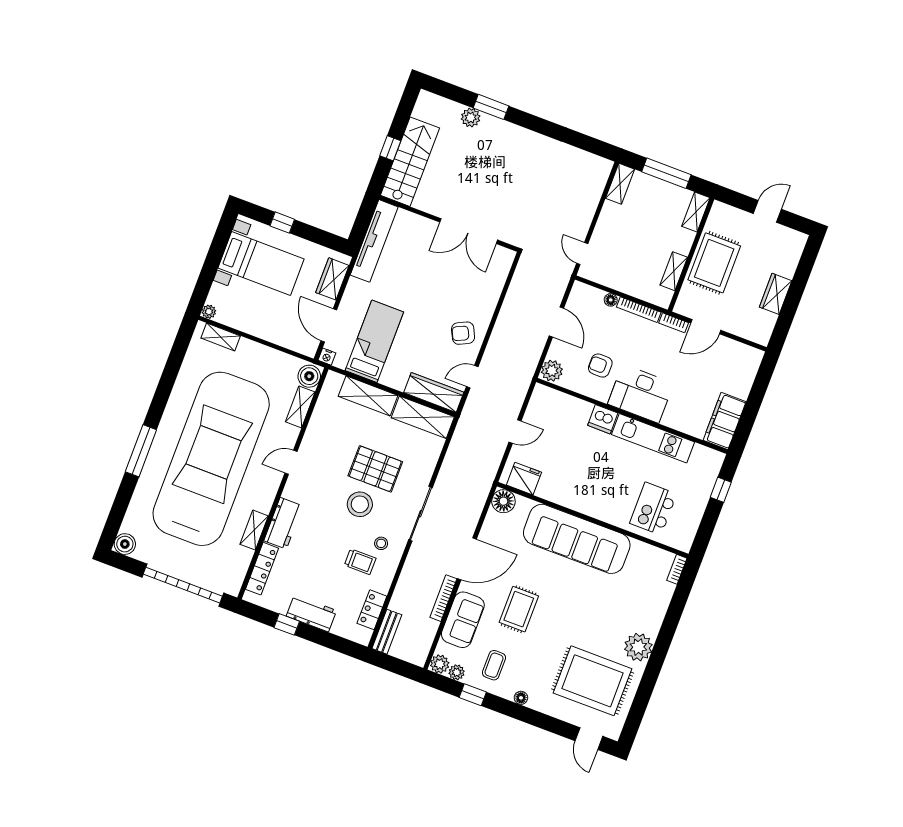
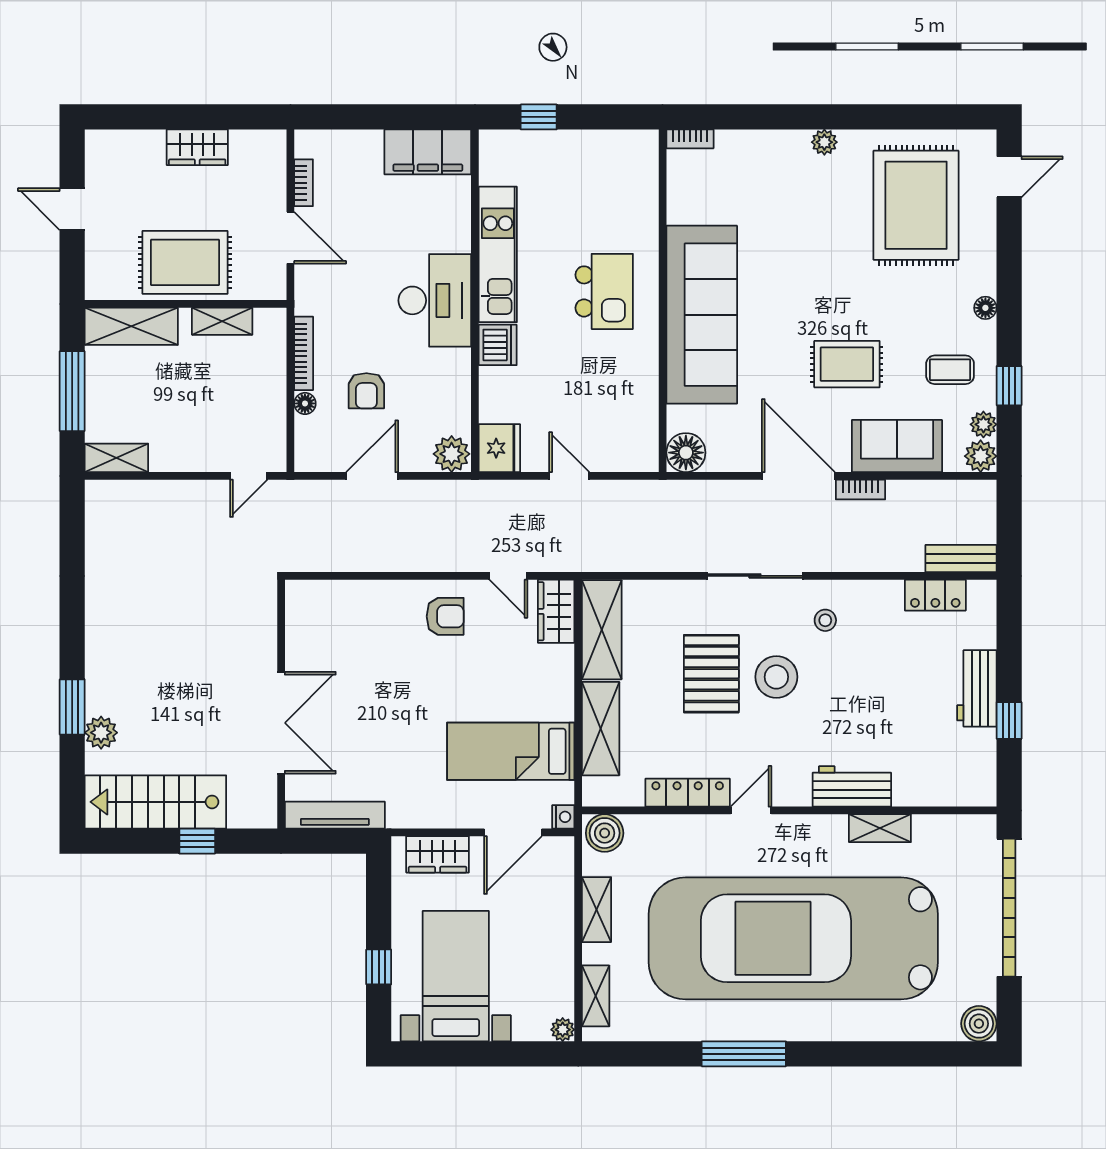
stairs: (410, 162) -> (155, 802), moved
shelving: (696, 212) -> (131, 326), width x1.50, depth x1.33
double door: (469, 231) -> (281, 723), moved
tv unit: (374, 241) -> (335, 815), width x0.73, depth x0.78
bookcase: (674, 323) -> (304, 183), moved
armchair: (463, 333) -> (445, 616), turned -64
armchair: (600, 366) -> (366, 391), moved
wardrobe: (434, 392) -> (556, 611), width x0.67
shelving: (300, 407) -> (597, 910), moved, turned 90
window: (141, 451) -> (744, 1054), moved
door: (291, 462) -> (751, 810), swing flipped
fridge: (524, 479) -> (499, 448), moved, turned 180
kitchen island: (653, 509) -> (604, 291), moved, turned -90
trolley: (360, 562) -> (867, 642), removed
locker: (262, 569) -> (688, 793), moved
bookcase: (443, 598) -> (860, 490), width x0.64
plant: (638, 647) -> (824, 142), width x0.53, depth x0.53

